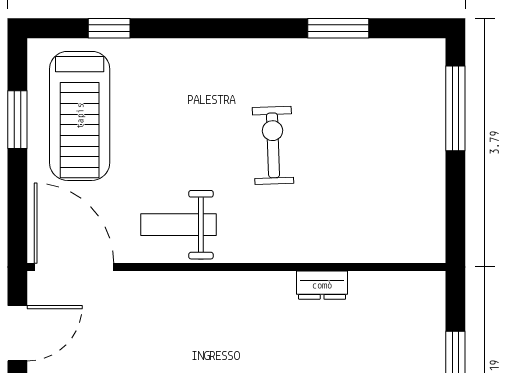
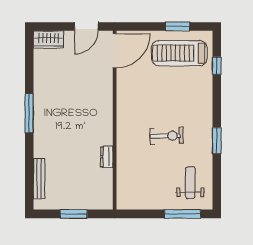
window: (338, 28) -> (217, 141), moved
weight bench: (178, 225) -> (190, 183), moved
door: (17, 333) -> (86, 26), hinge flipped

